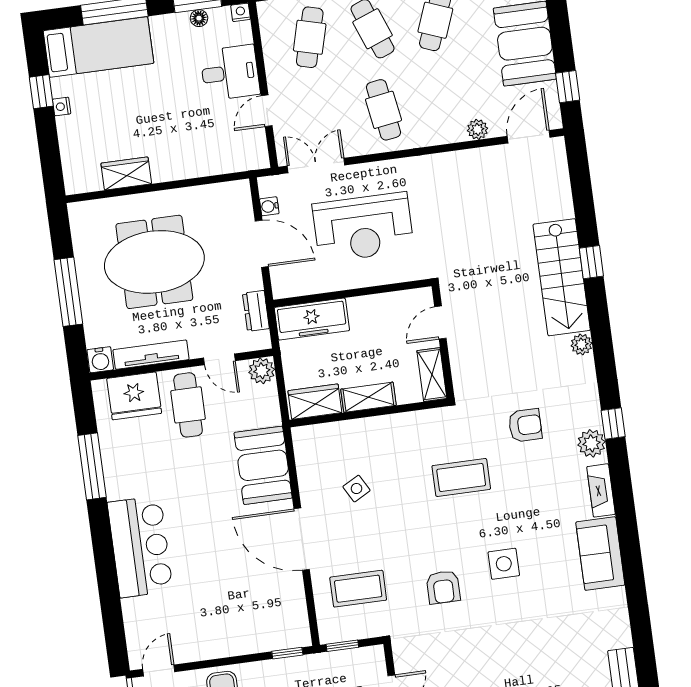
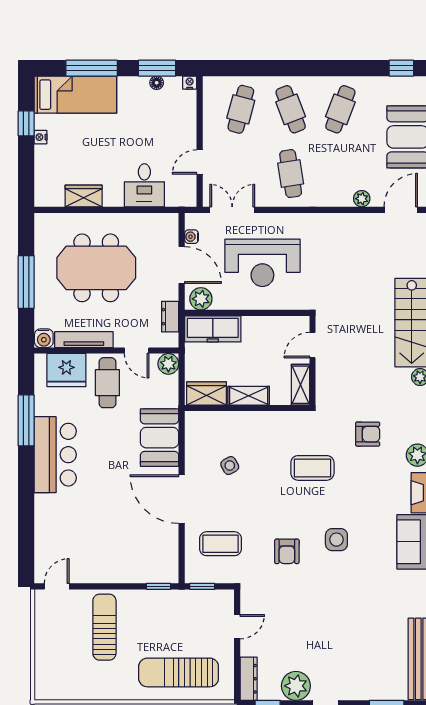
desk: (230, 73) -> (144, 185), moved, turned 90
plant: (292, 283) -> (201, 299), added
bar counter: (140, 547) -> (55, 455), moved

